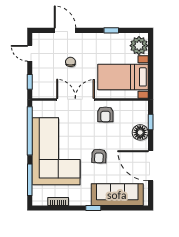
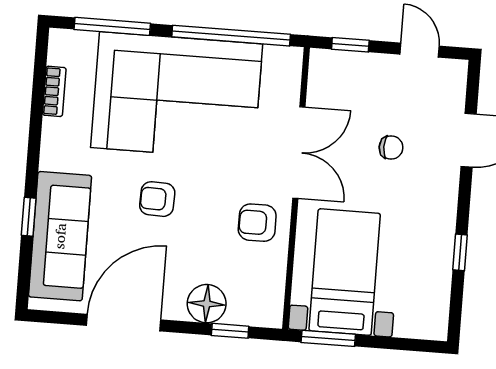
plant: (139, 46) -> (418, 317), removed
door: (30, 53) -> (420, 50), hinge flipped
window: (151, 82) -> (328, 338), added
window: (93, 208) -> (29, 217), moved

